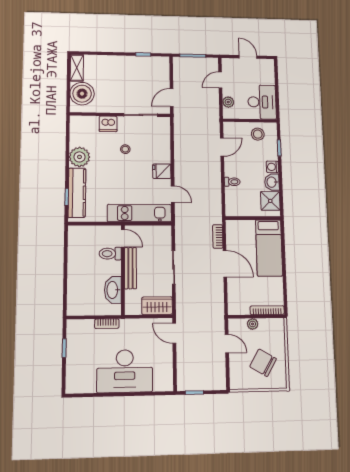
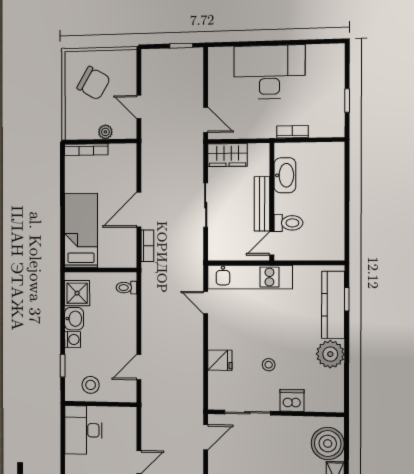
plant: (228, 102) -> (129, 430), removed
fridge: (162, 171) -> (220, 360), moved
toilet: (232, 182) -> (126, 288), moved
door: (123, 238) -> (272, 243), hinge flipped
door: (225, 264) -> (139, 210), hinge flipped

